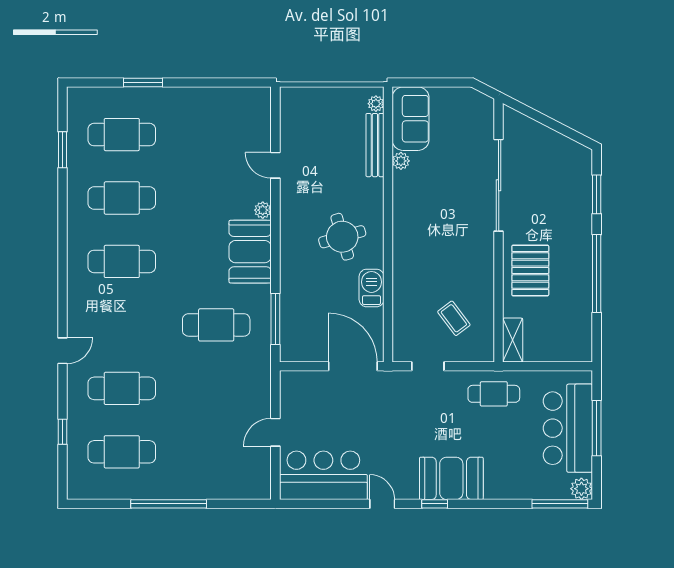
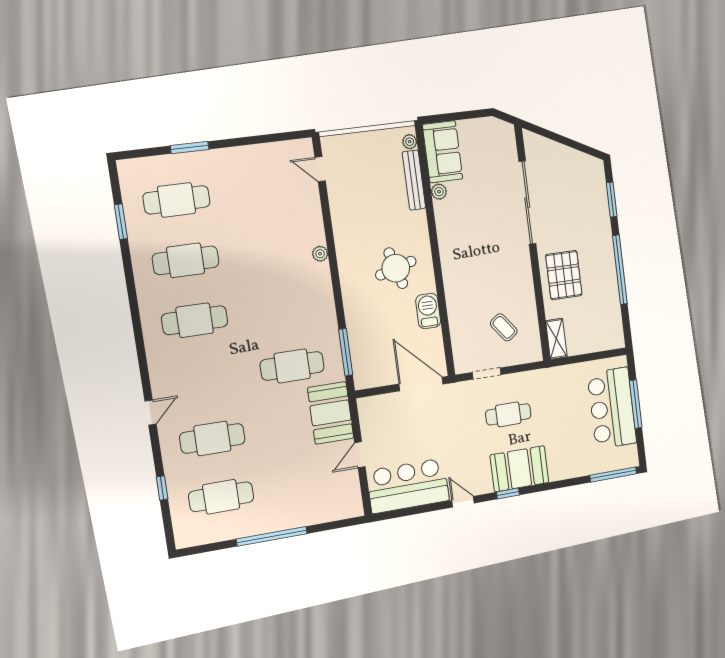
door: (275, 165) -> (320, 169), moved
booth: (250, 252) -> (331, 413), moved
cafe table: (494, 394) -> (508, 414), moved
plant: (581, 489) -> (629, 458), removed

